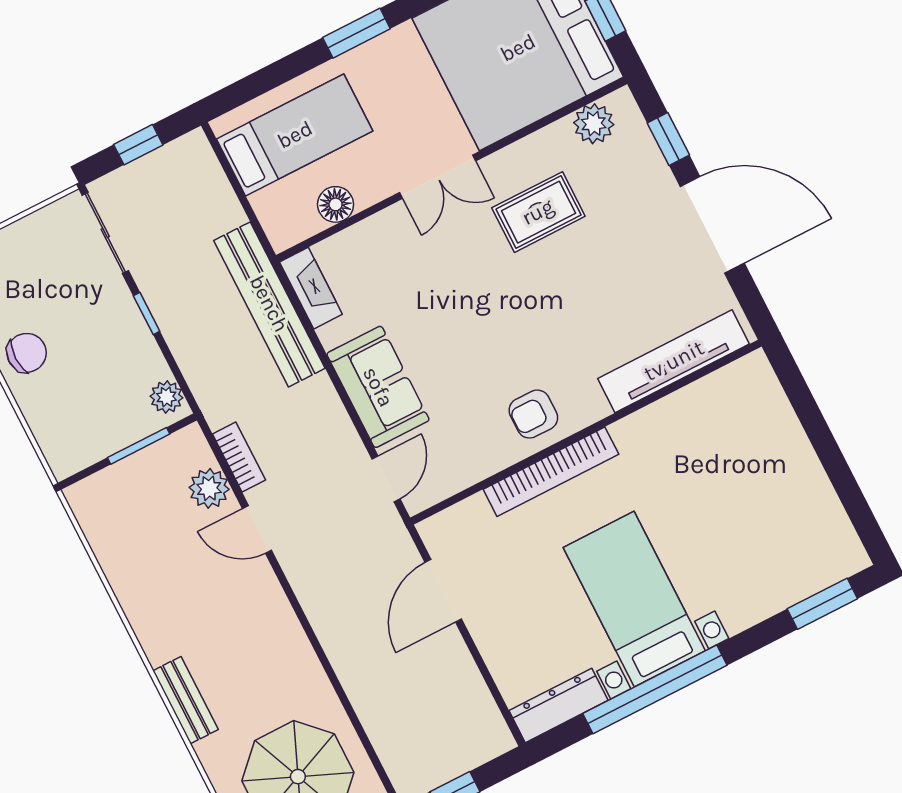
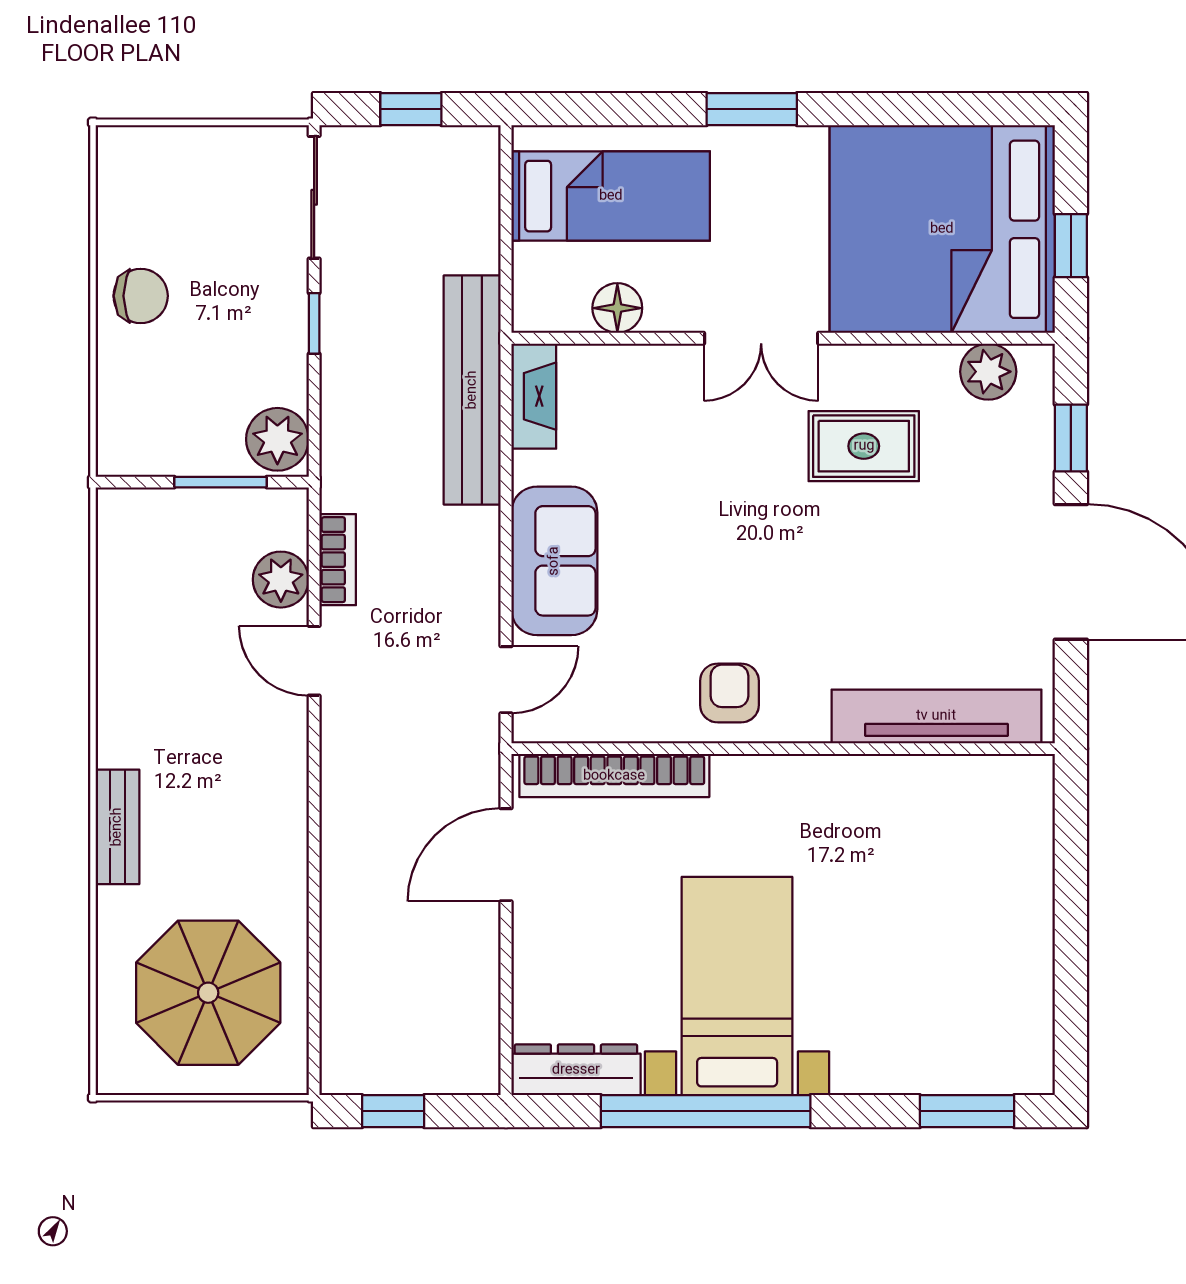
plant: (166, 397) -> (277, 439), width x1.38, depth x1.38
armchair: (533, 414) -> (729, 693), turned 90
bookcase: (551, 472) -> (614, 776), moved

